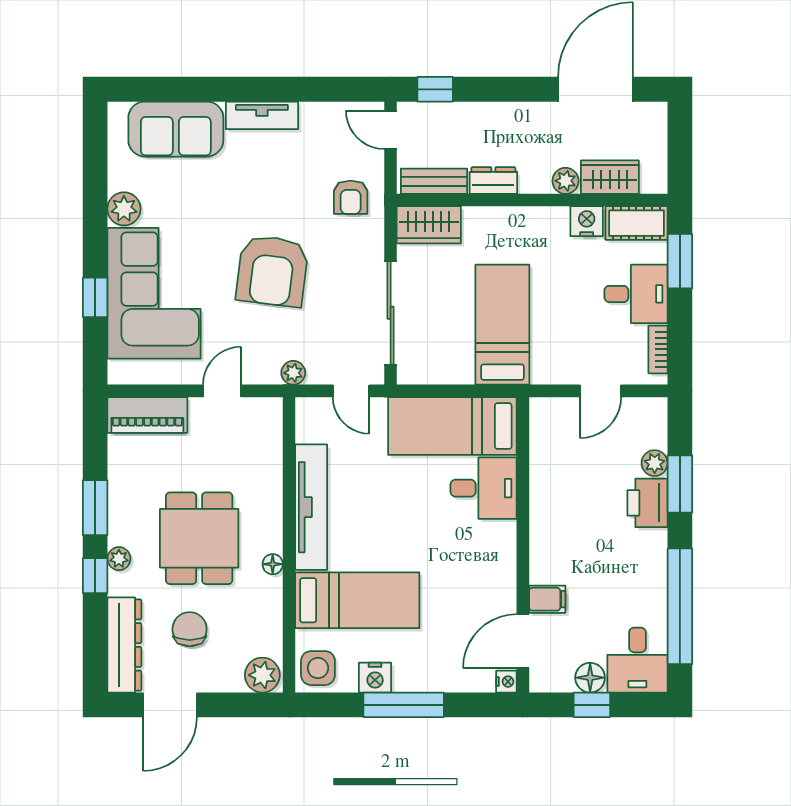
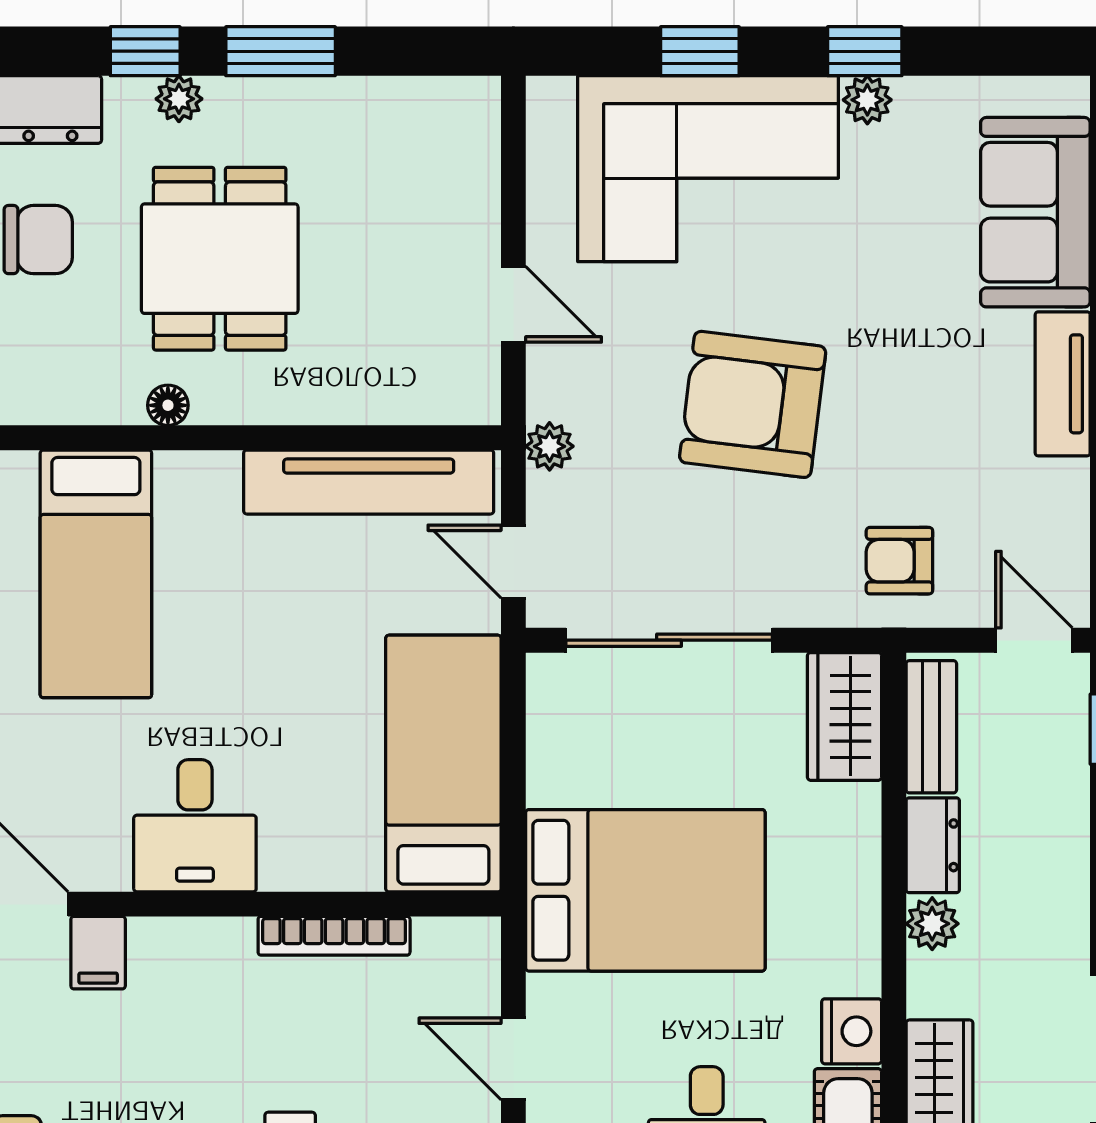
door: (391, 130) -> (1034, 640), hinge flipped
plant: (565, 181) -> (932, 924), moved
plant: (124, 209) -> (867, 100), width x0.73, depth x0.73
window: (95, 215) -> (865, 51), added
bed: (502, 325) -> (645, 890), width x1.50
door: (351, 391) -> (513, 562), hinge flipped
piano: (147, 415) -> (466, 155), removed
bookcase: (539, 481) -> (334, 936), added
desk: (484, 488) -> (195, 826), moved
tv unit: (311, 507) -> (369, 482), moved
dining table: (199, 538) -> (220, 259), turned 90

